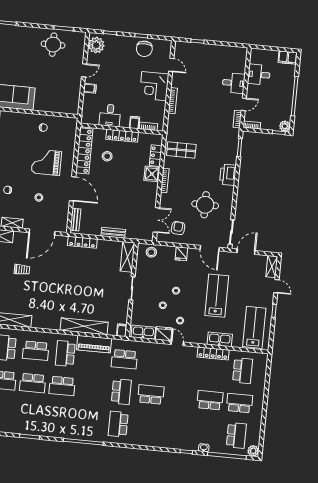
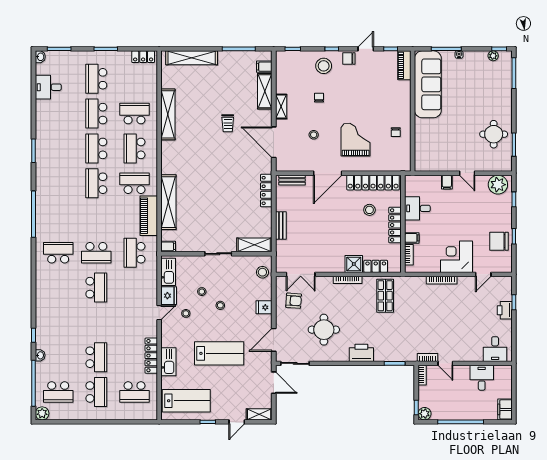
printer: (203, 50) -> (505, 310), added
desk: (233, 83) -> (495, 349), moved

